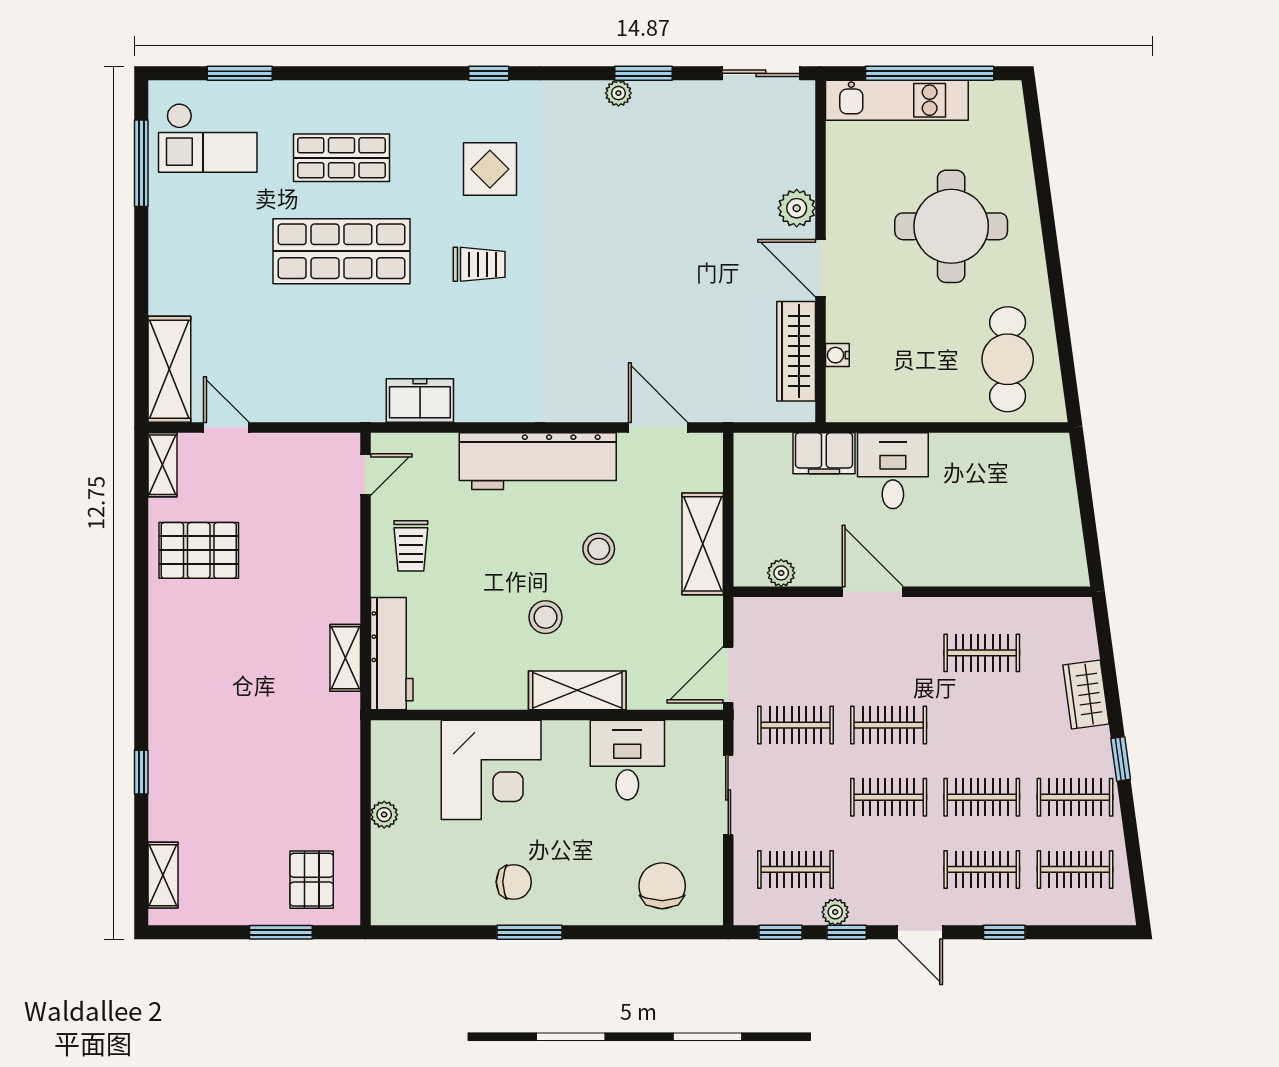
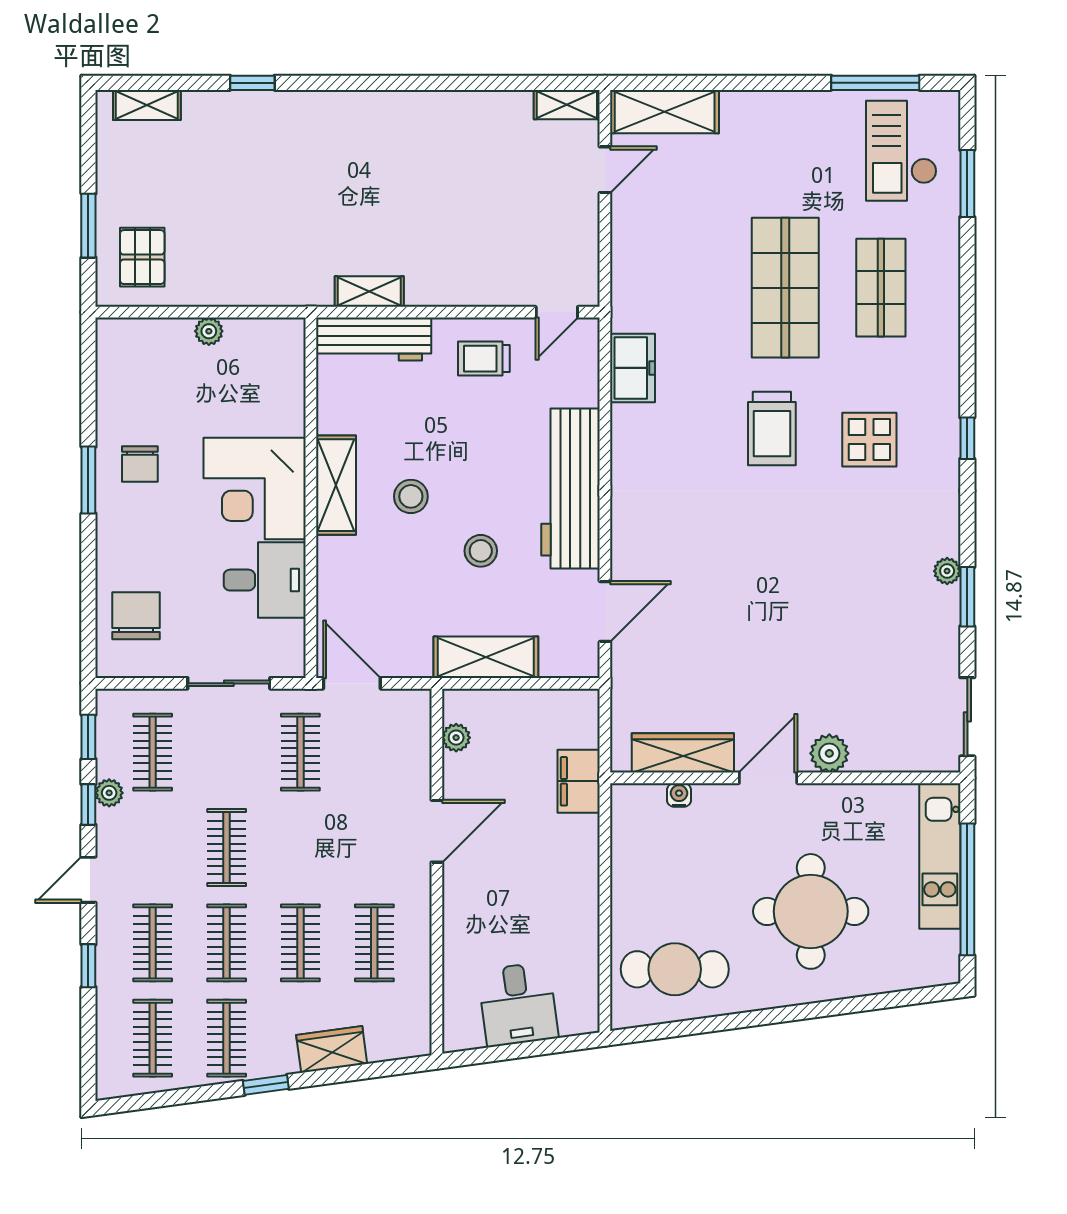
trolley: (479, 264) -> (772, 429), width x1.36, depth x1.39
desk: (893, 471) -> (518, 1004), moved, turned 82
door: (365, 475) -> (557, 312), hinge flipped
pallet: (199, 550) -> (479, 142), removed
shelving: (577, 690) -> (336, 485), moved
clothes rail: (889, 725) -> (300, 943), moved
corner desk: (491, 770) -> (255, 489), moved
pallet: (312, 880) -> (142, 257), turned 90
chair: (662, 886) -> (136, 616), turned -90

